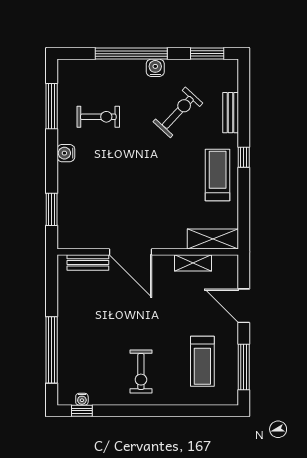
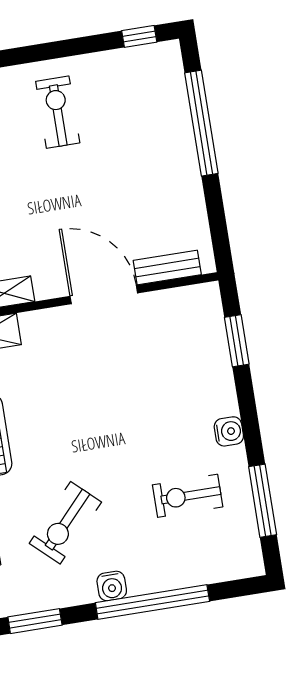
water cooler: (82, 399) -> (142, 54), removed

